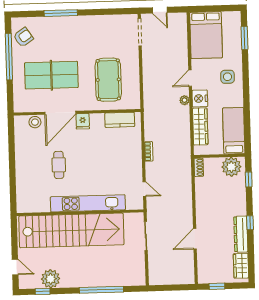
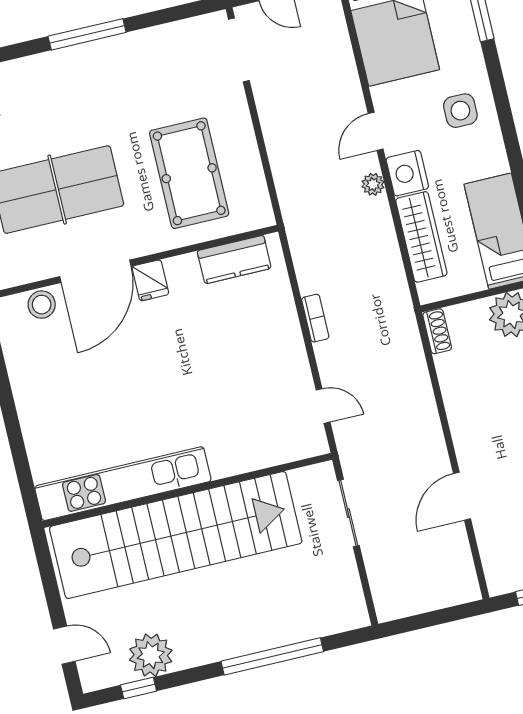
window: (61, 13) -> (87, 34), moved
cafe table: (59, 165) -> (116, 391), removed
kitchen unit: (88, 203) -> (123, 484), moved

